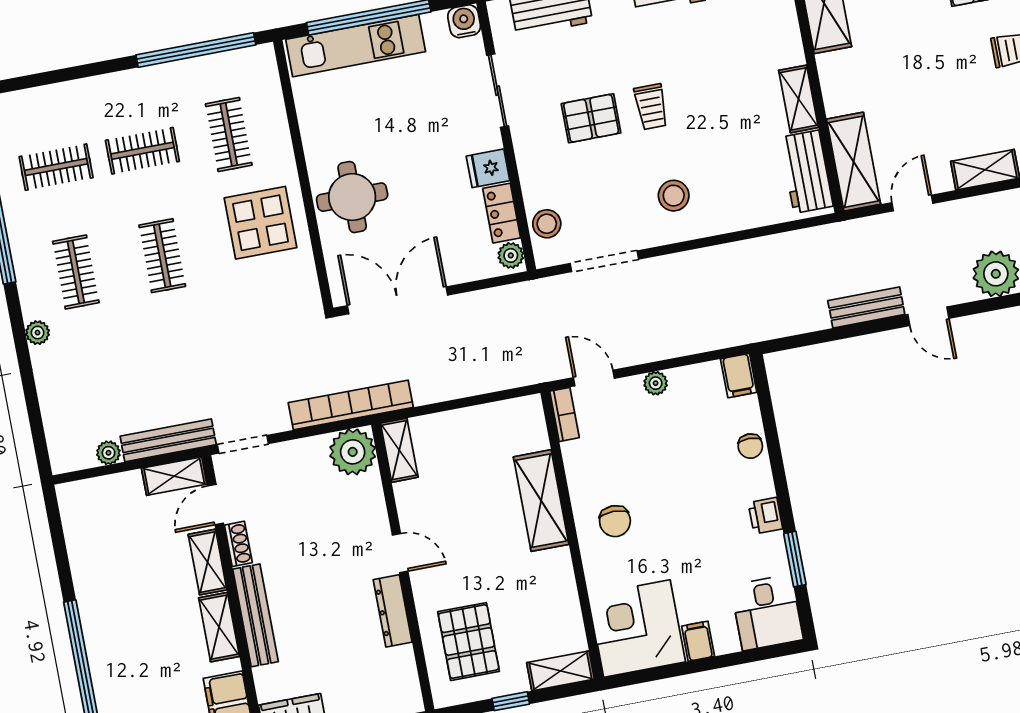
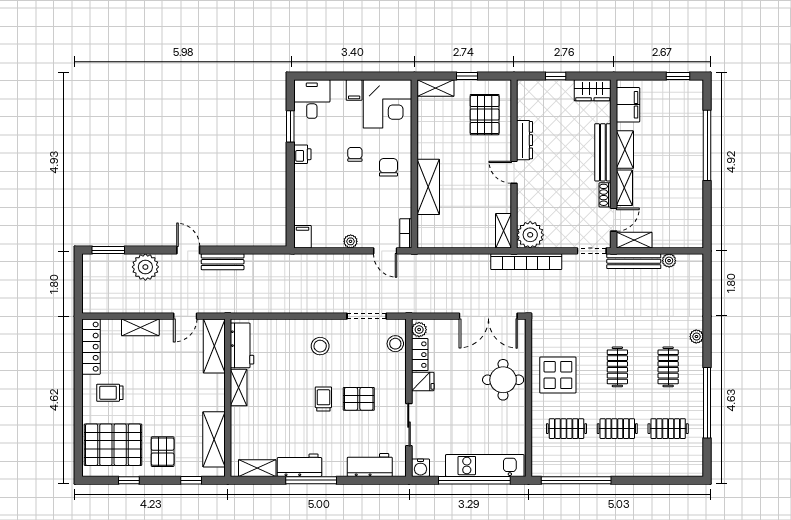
clothes rail: (229, 134) -> (566, 429), turned 90
chair: (750, 446) -> (355, 154), moved

